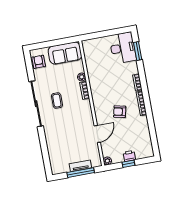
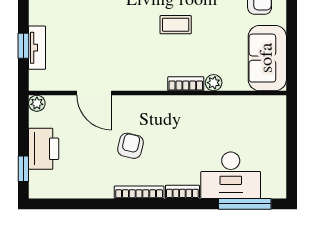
desk: (123, 48) -> (231, 175), moved
window: (138, 51) -> (245, 204), width x1.44
printer: (129, 156) -> (44, 149), width x1.87, depth x1.48
window: (128, 164) -> (23, 169), moved
window: (81, 173) -> (23, 46), width x0.46

